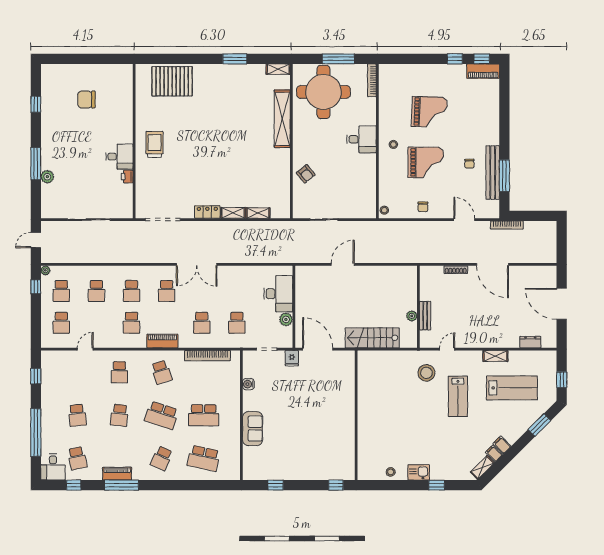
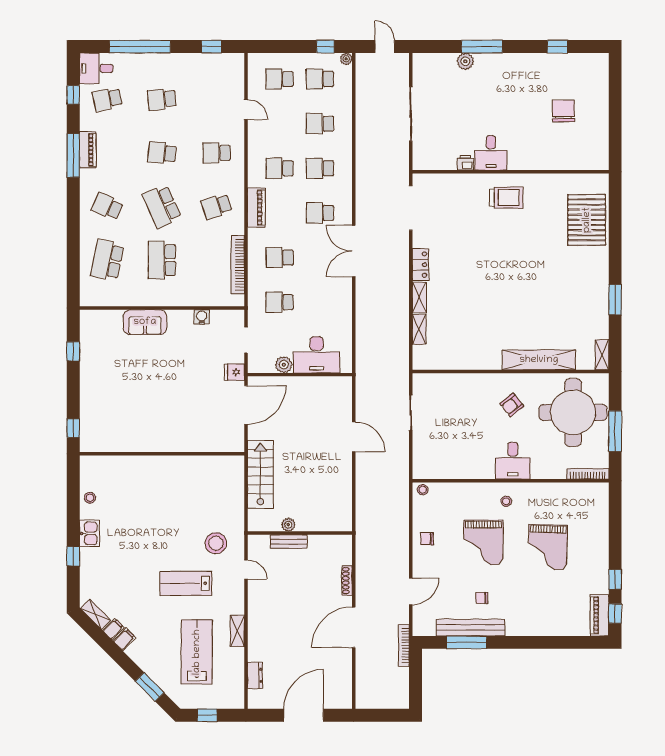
armchair: (306, 174) -> (512, 405), moved
lab bench: (512, 388) -> (197, 652), turned 180
school desk: (162, 415) -> (162, 206), turned -42

